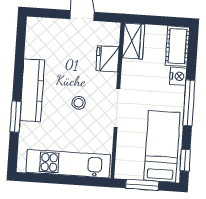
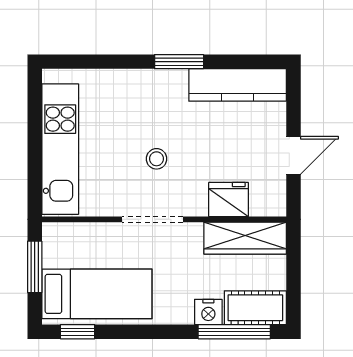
wardrobe: (133, 41) -> (245, 238), width x1.50
kitchen counter: (32, 90) -> (238, 85), moved
window: (189, 103) -> (234, 332), moved
window: (16, 117) -> (179, 62), moved

